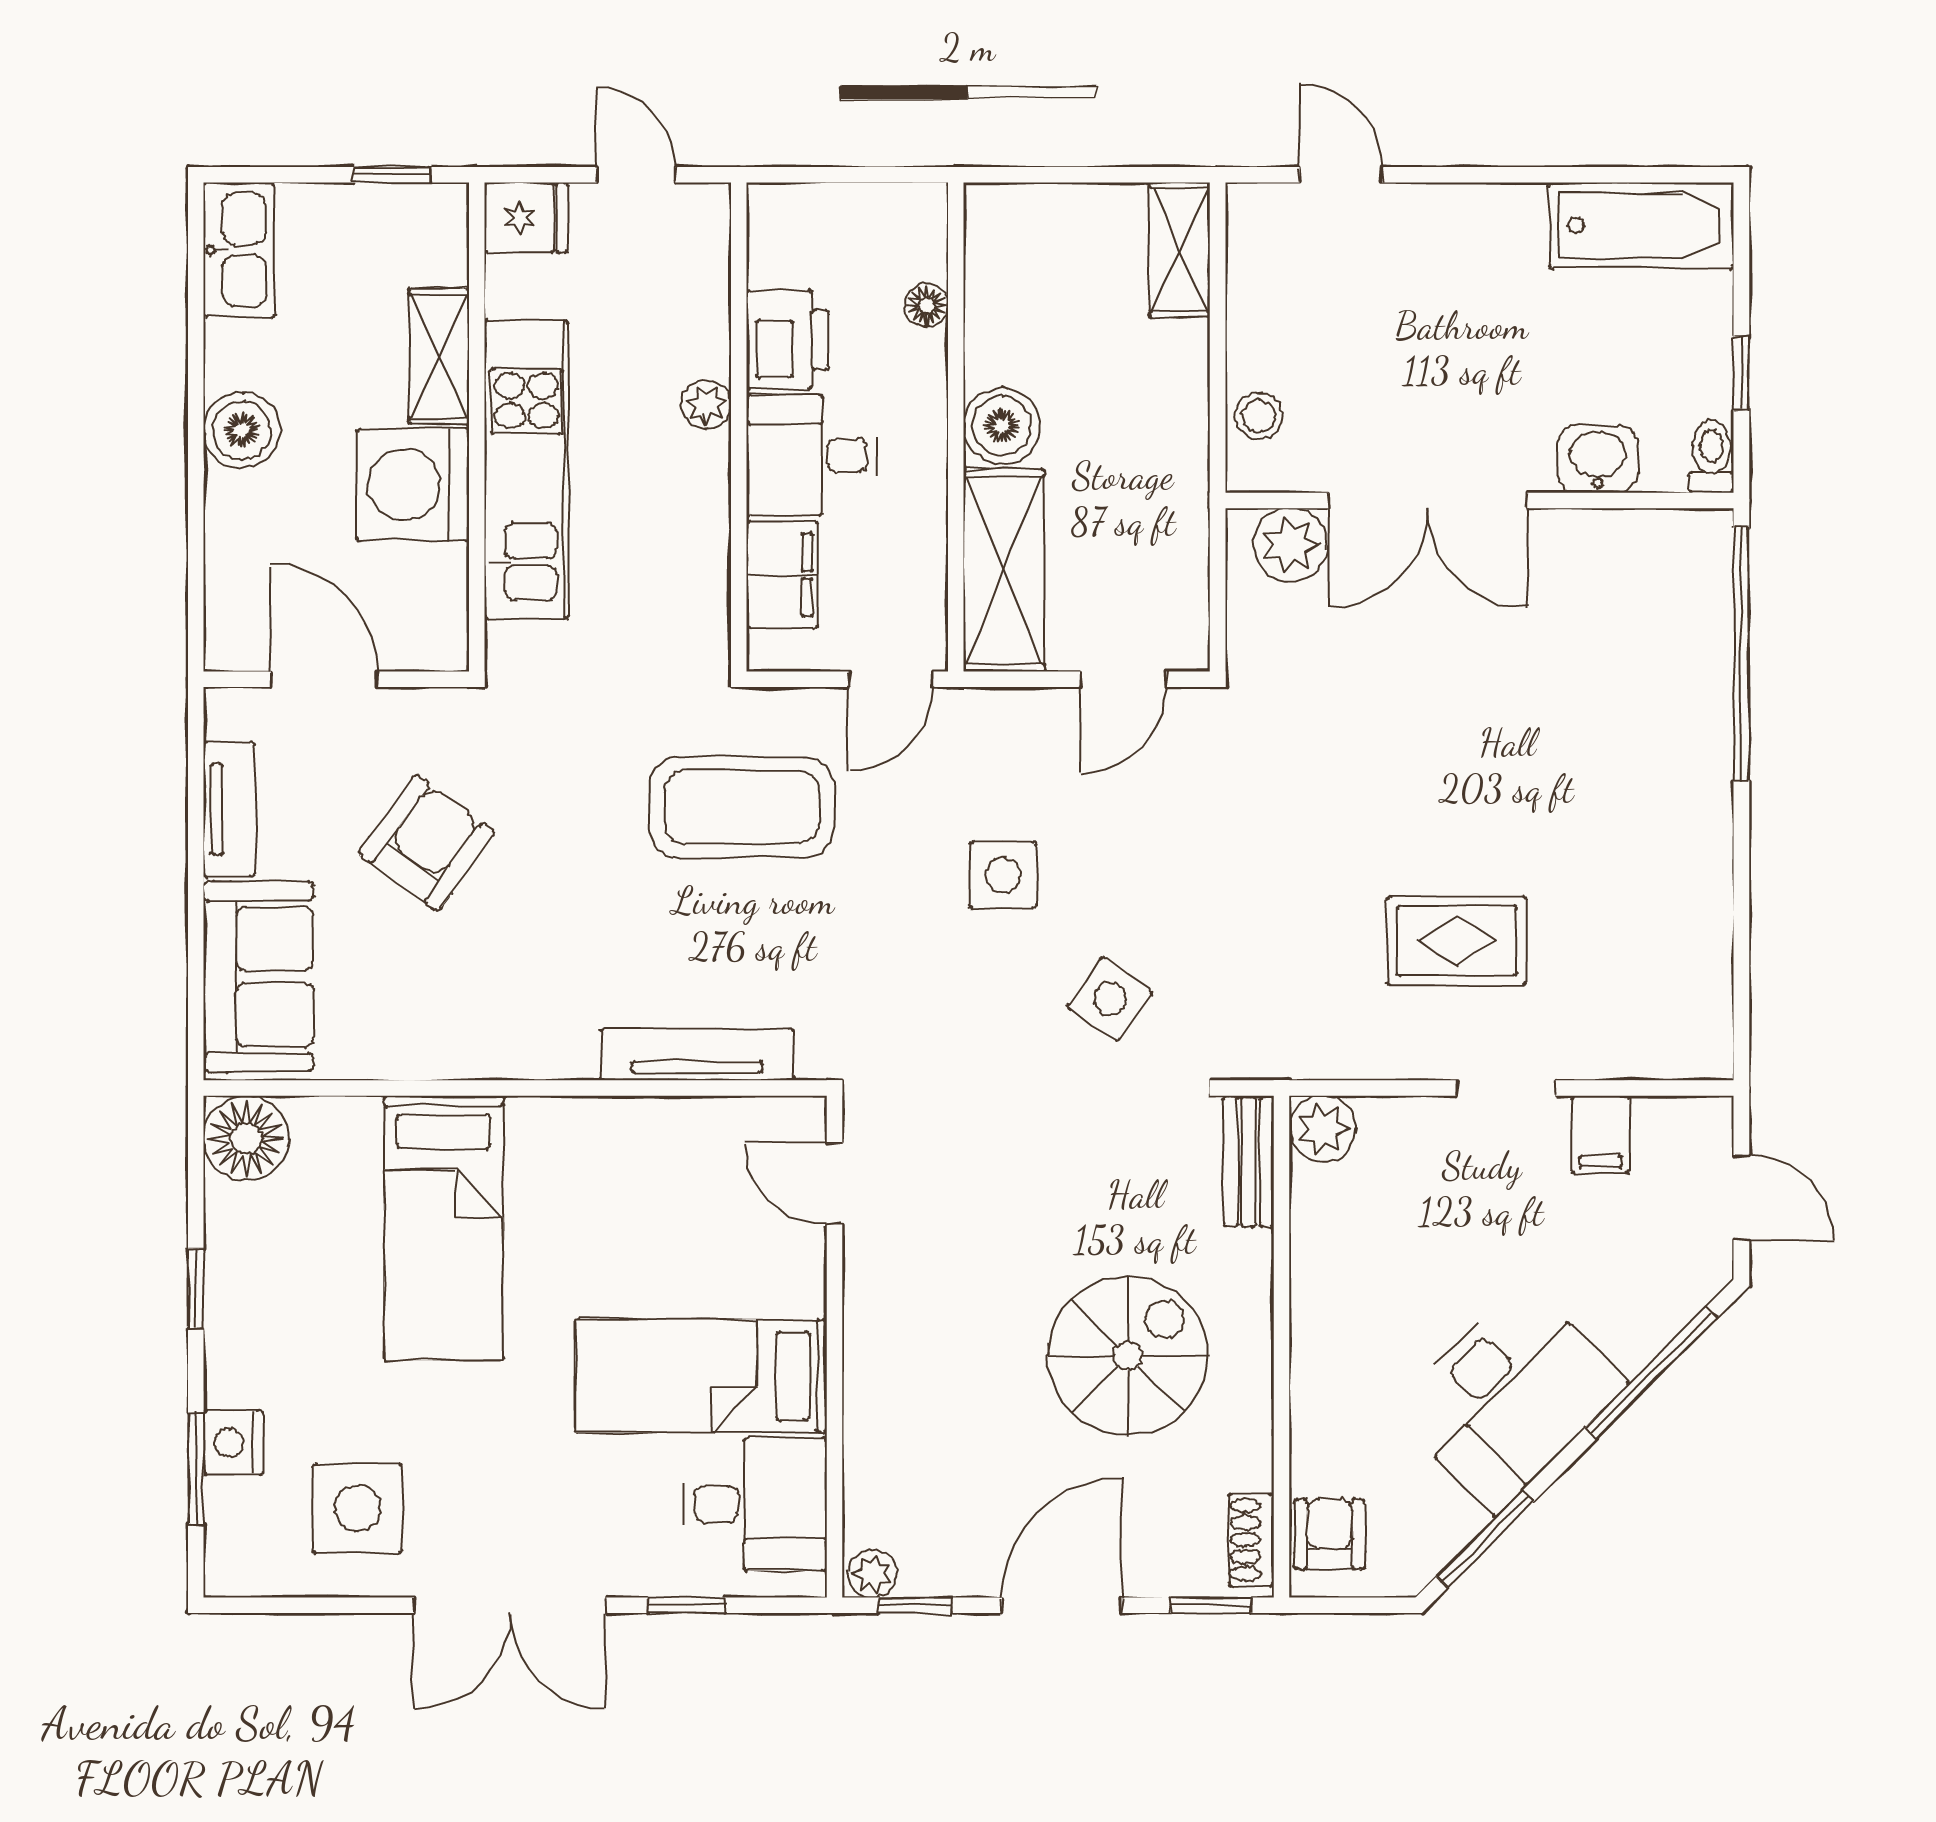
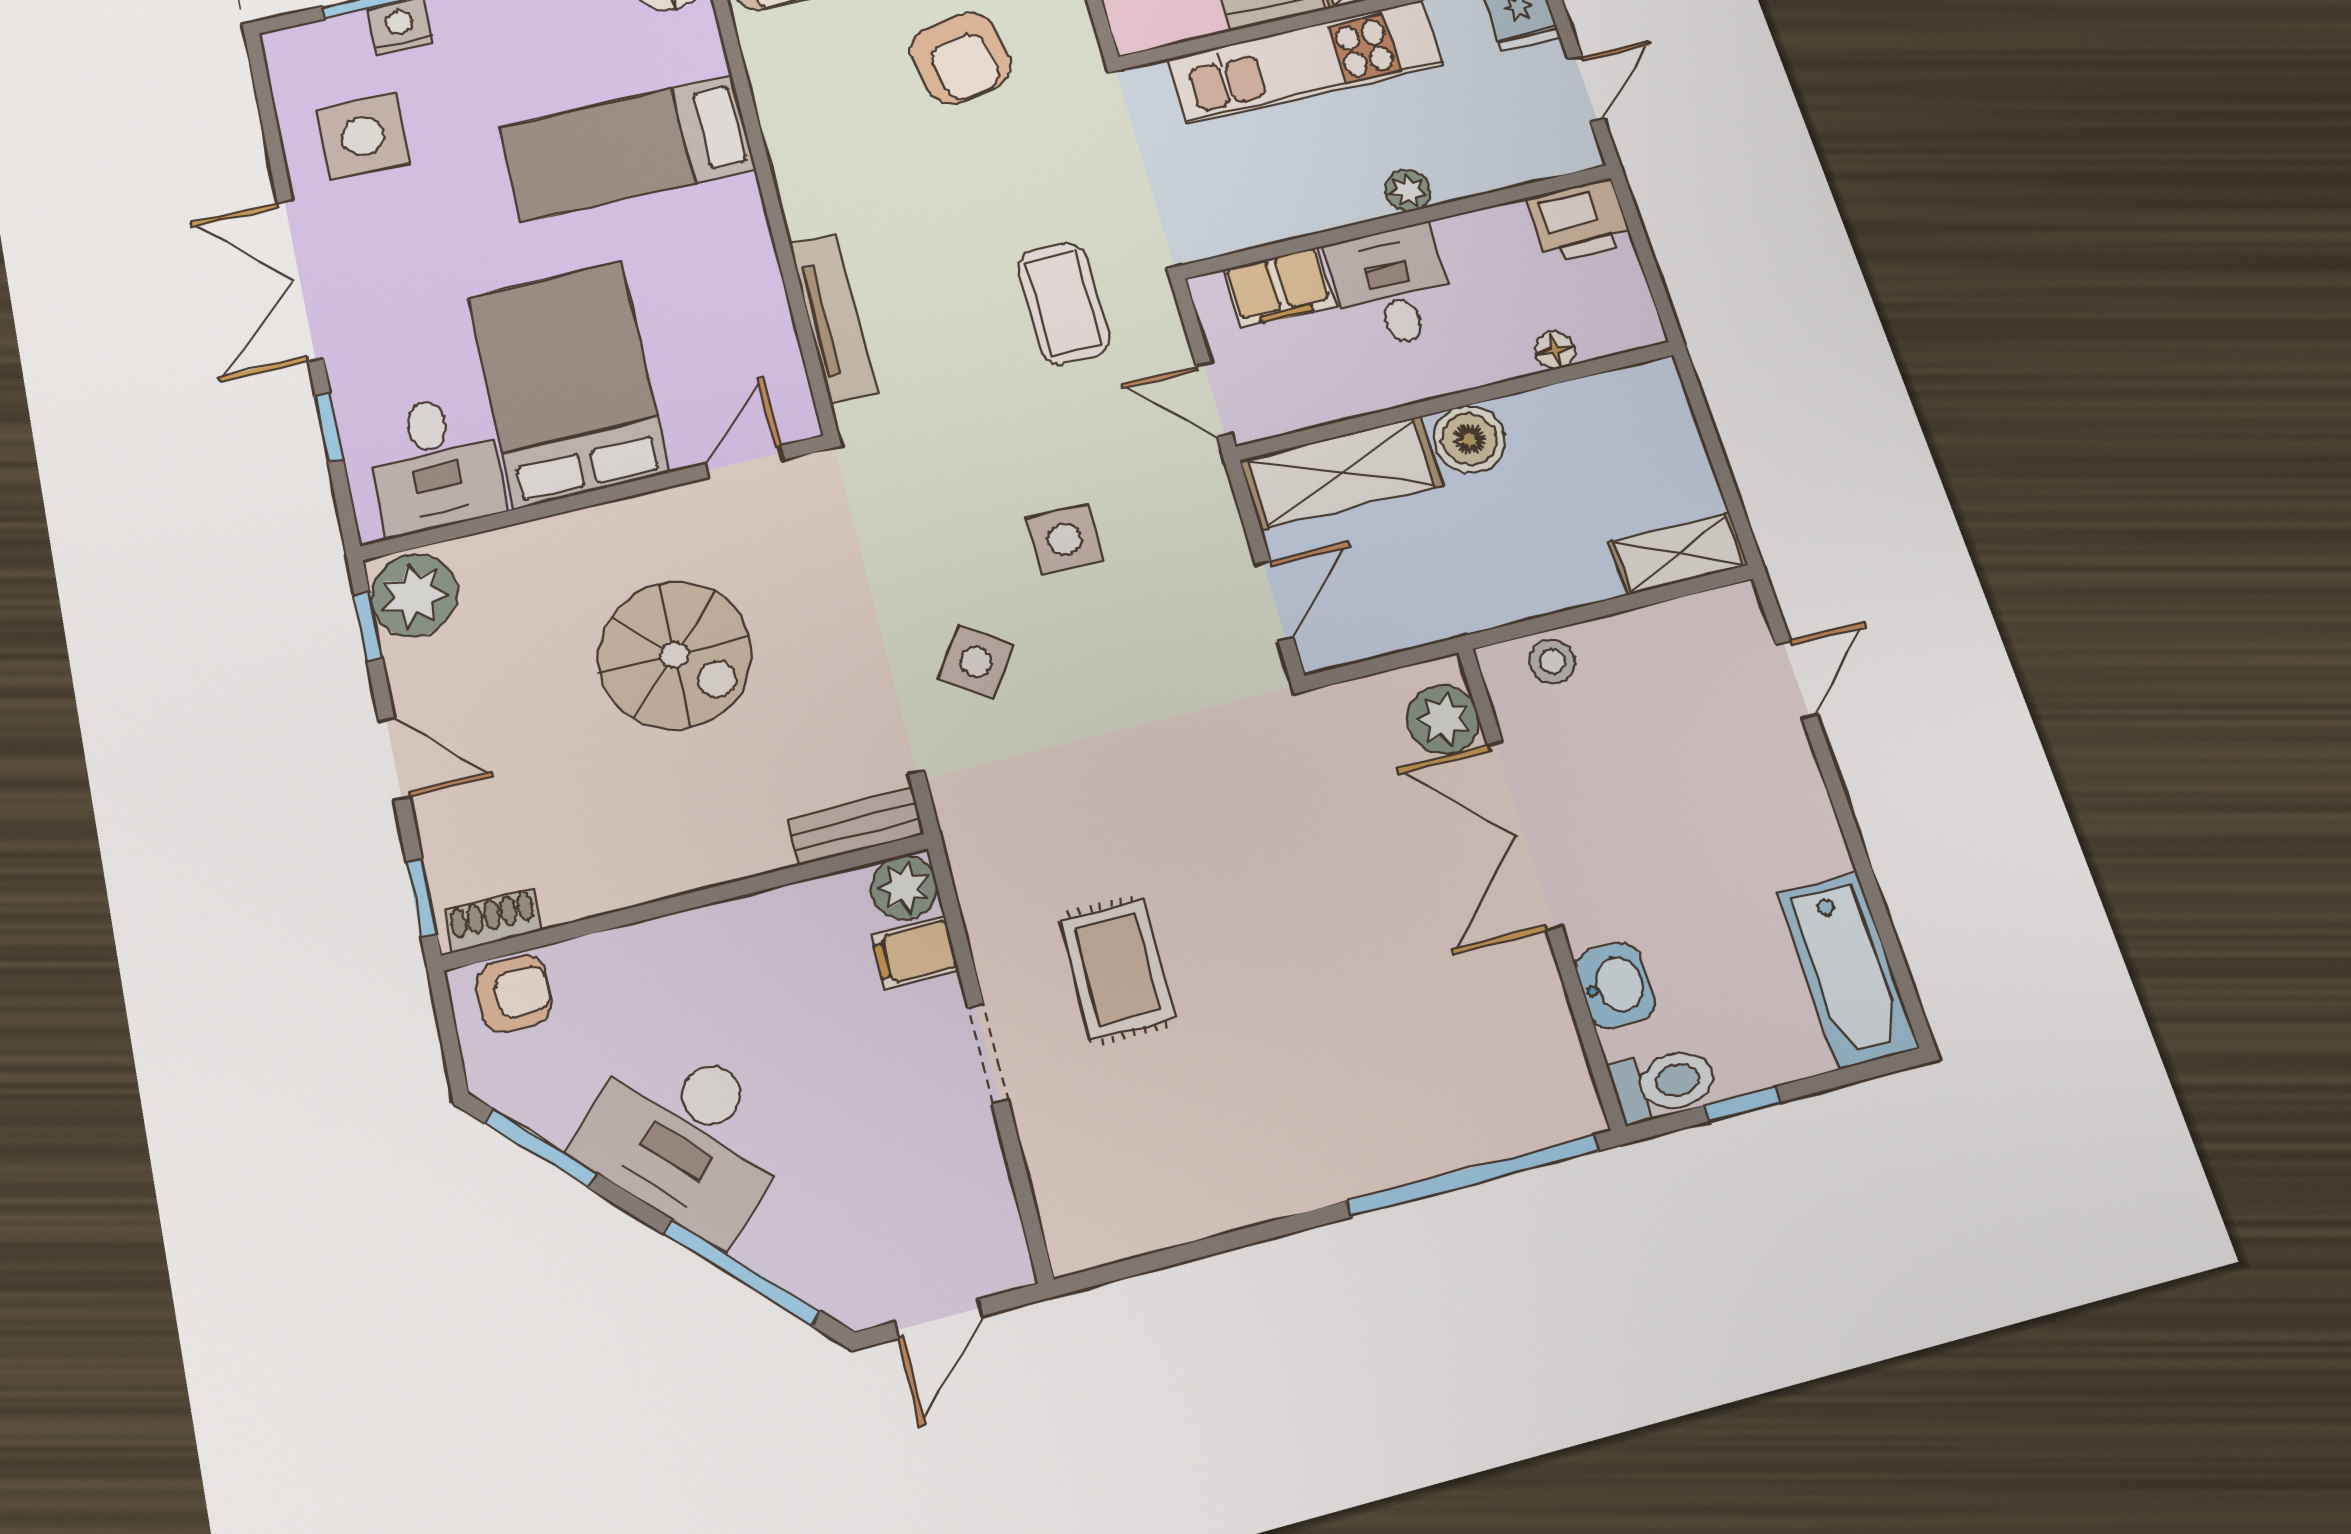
printer: (787, 340) -> (1579, 221), moved
toilet: (1711, 456) -> (1664, 1084), width x1.37, depth x1.39
door: (1123, 679) -> (1274, 601), swing flipped
coffee table: (742, 807) -> (1064, 303), width x0.73, depth x0.76
armchair: (426, 843) -> (961, 58), turned 43
filing cabinet: (1601, 1134) -> (915, 953), moved
spiral stairs: (1128, 1356) -> (675, 655), moved
bed: (701, 1376) -> (568, 384), width x1.50
plant: (872, 1573) -> (414, 595), width x1.88, depth x1.88
door: (1062, 1605) -> (394, 759), width x0.73

